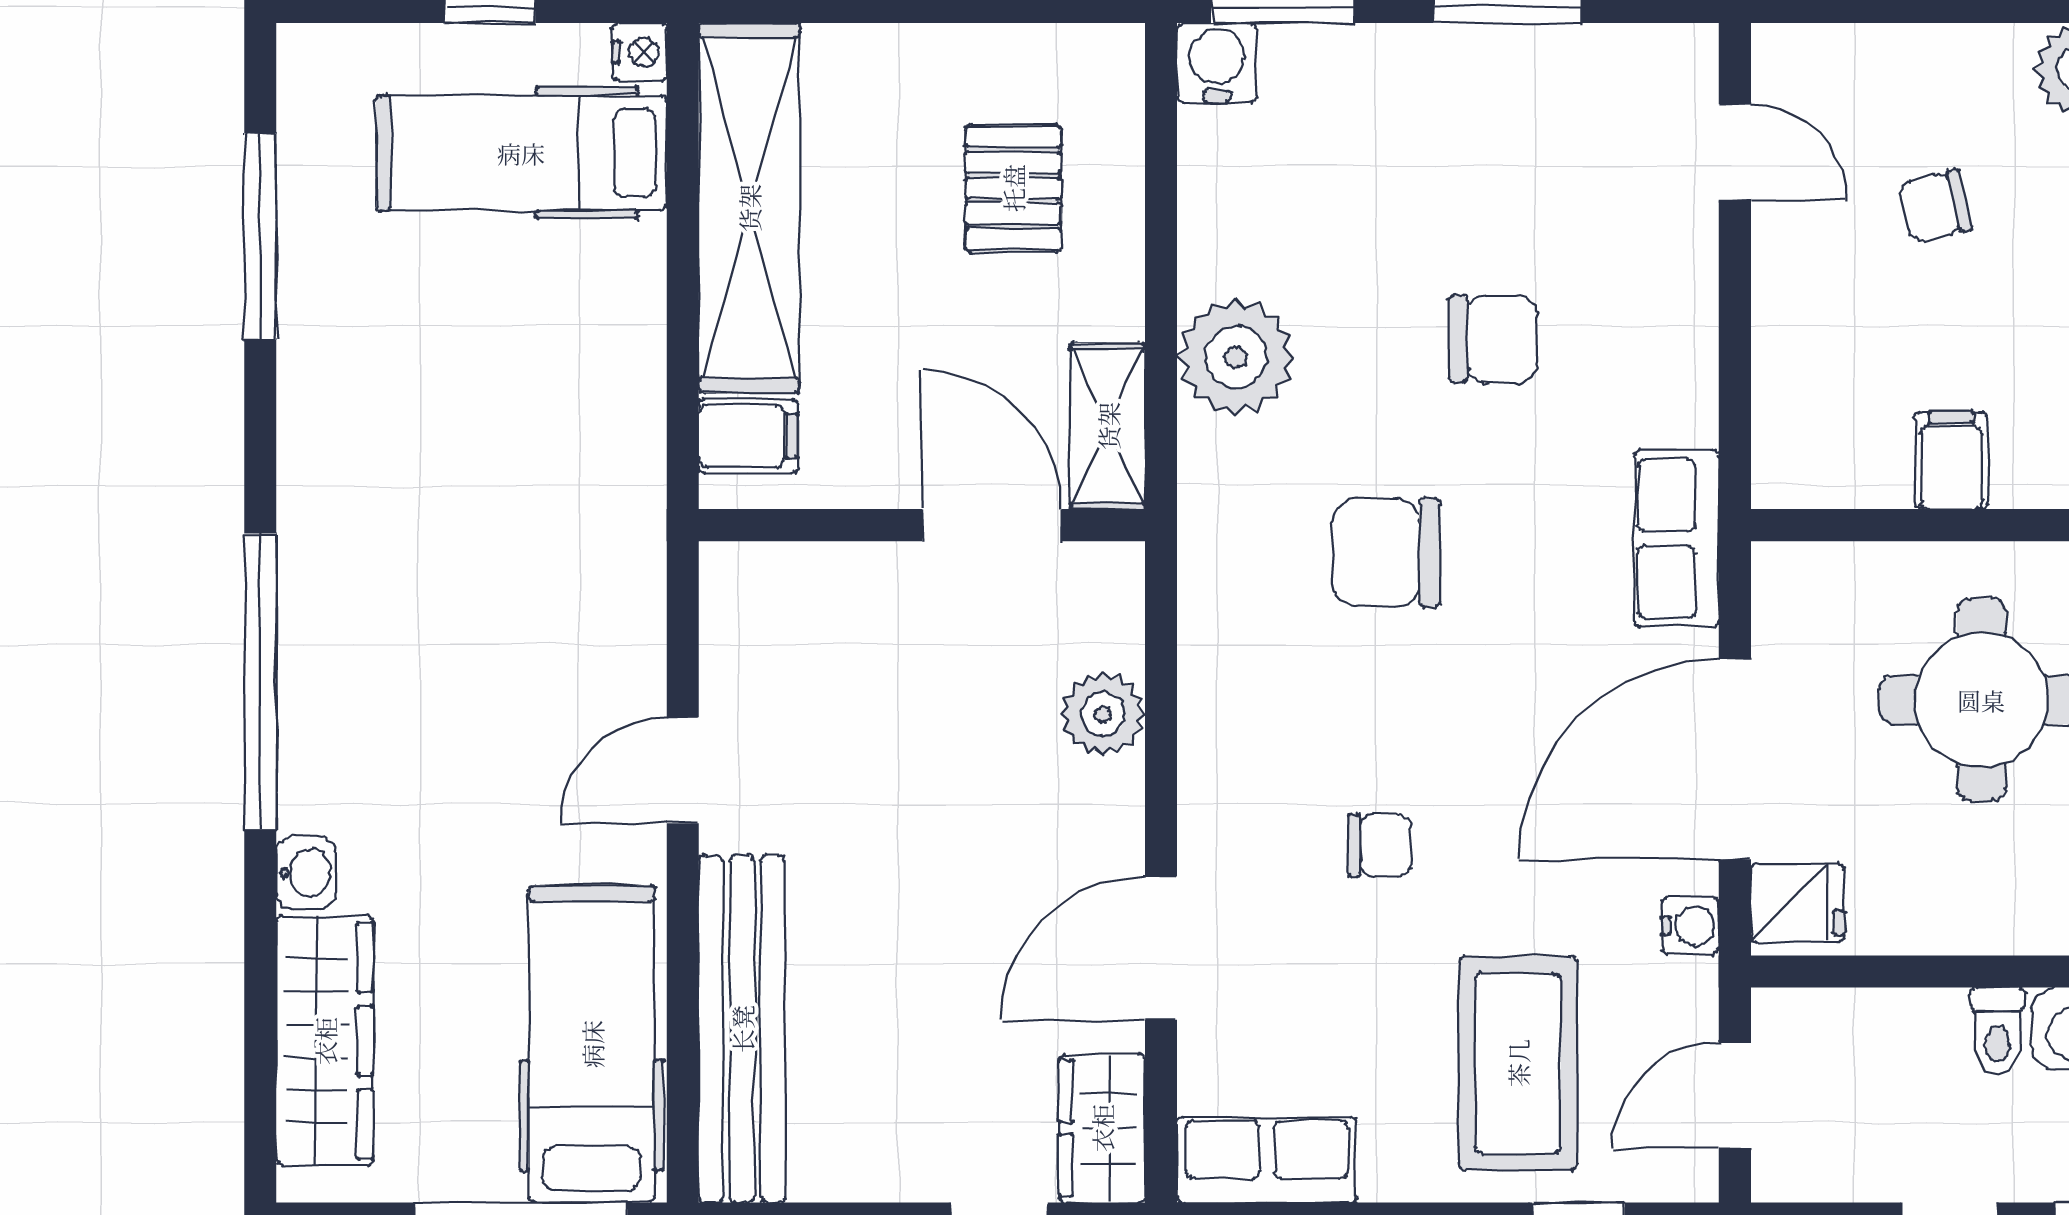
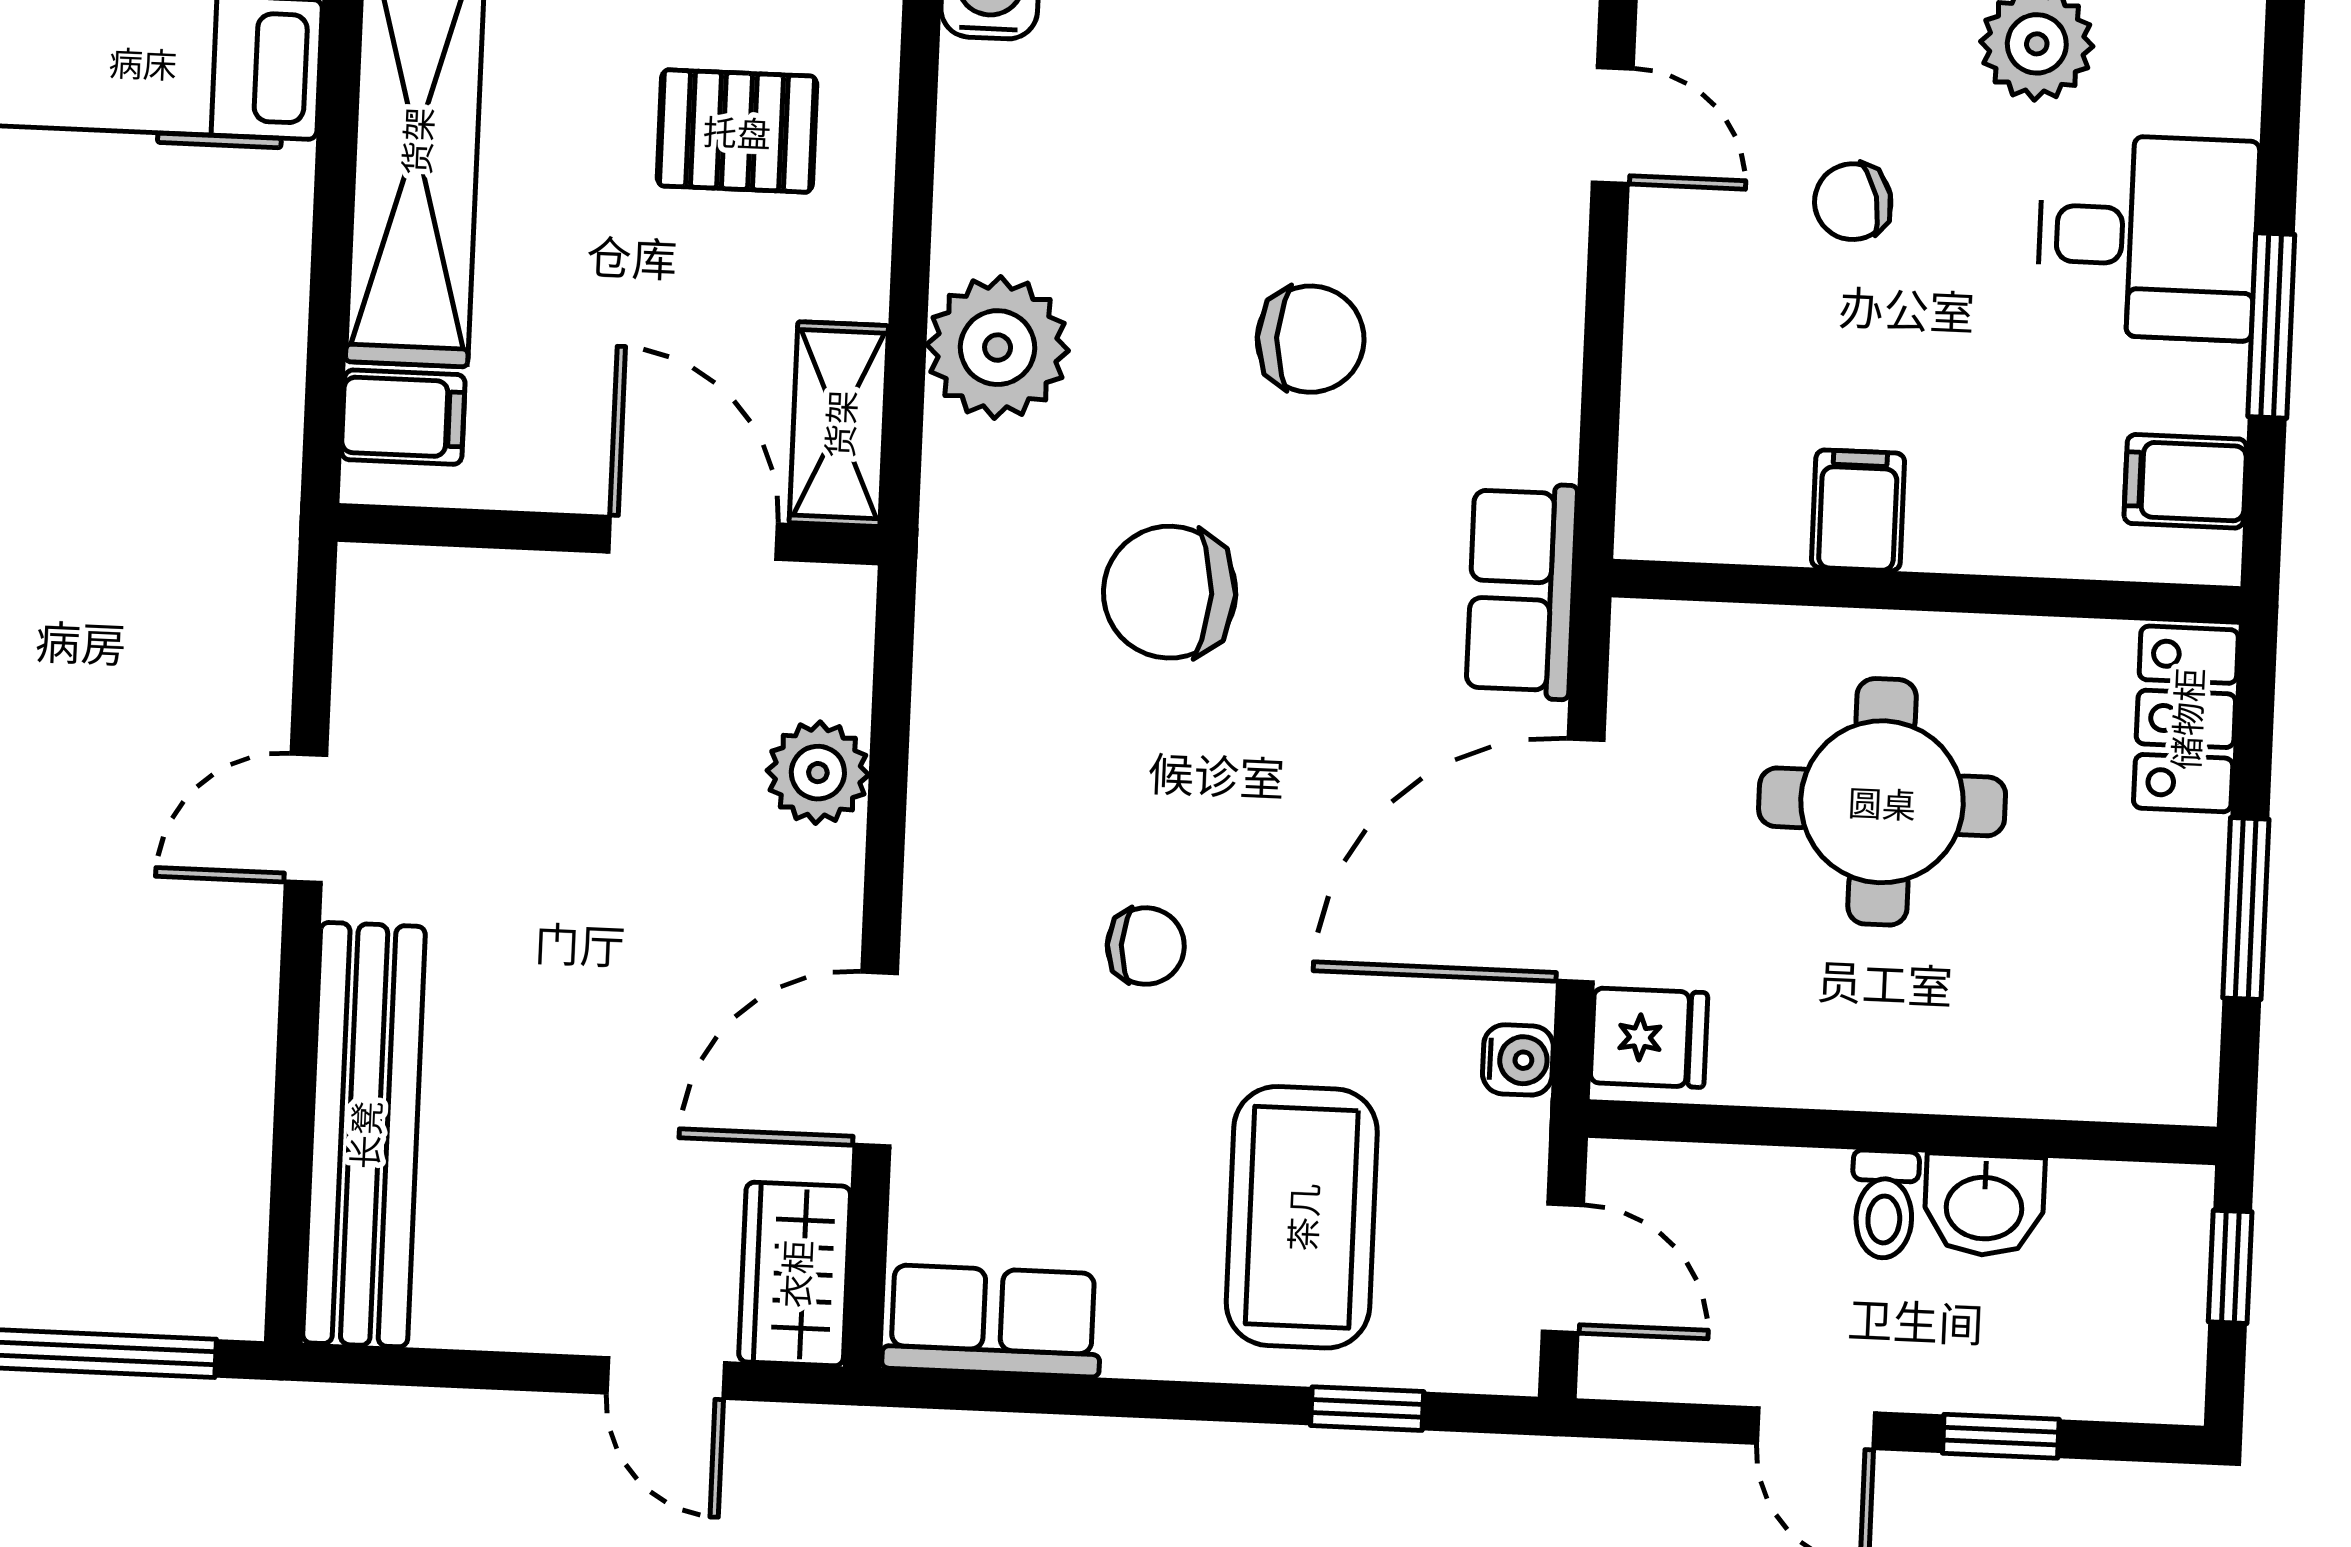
pallet: (1013, 188) -> (737, 131), turned 90
hospital bed: (592, 1044) -> (181, 1145), removed
door: (1735, 1096) -> (1563, 1268), swing flipped

